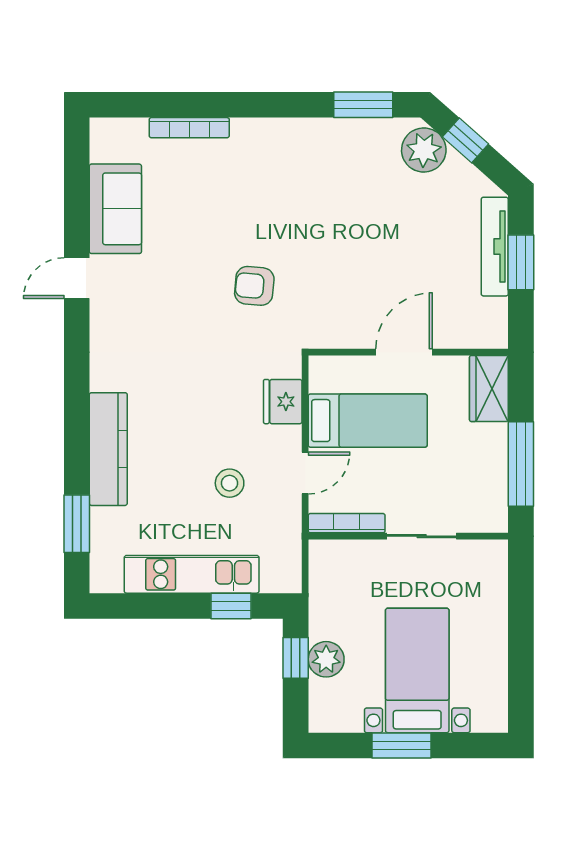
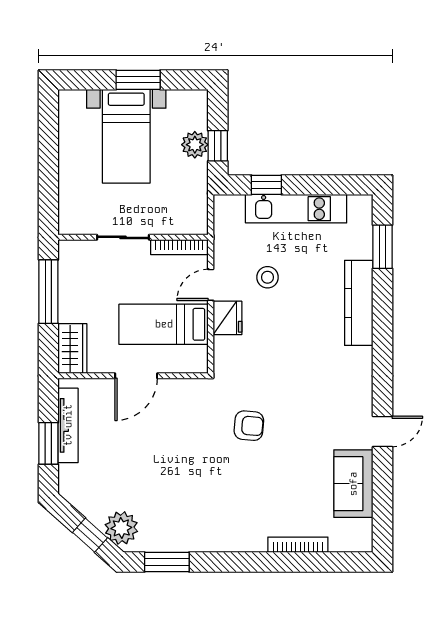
tv unit: (495, 247) -> (68, 425), moved
fridge: (283, 402) -> (227, 318), moved

